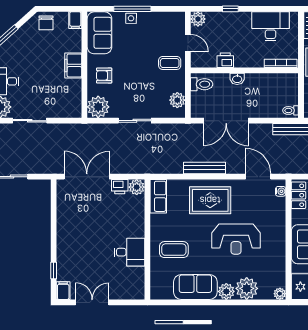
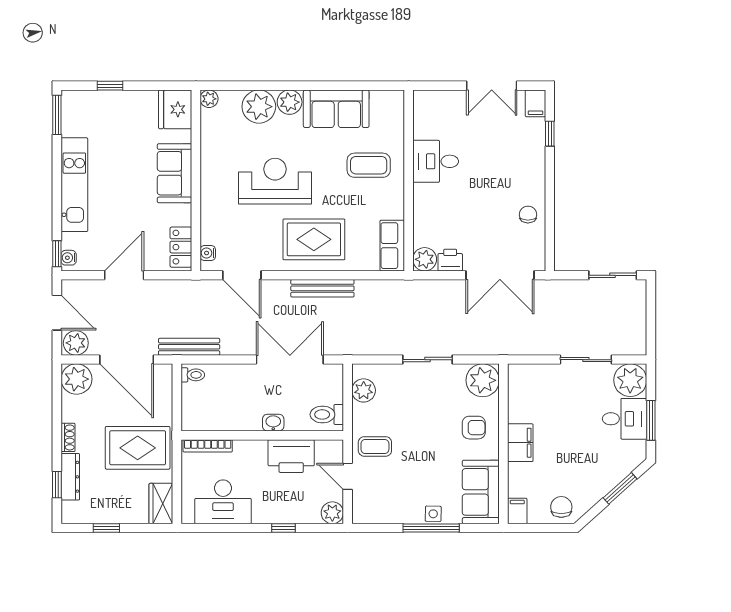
printer: (225, 60) -> (291, 456), width x1.87, depth x1.48
chair: (68, 217) -> (528, 215), added

